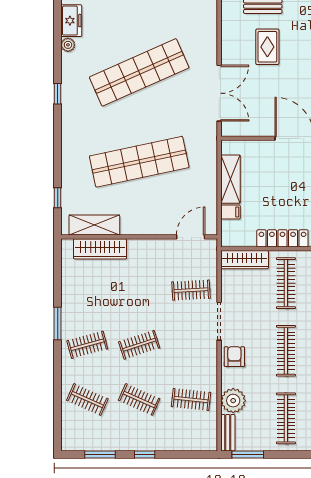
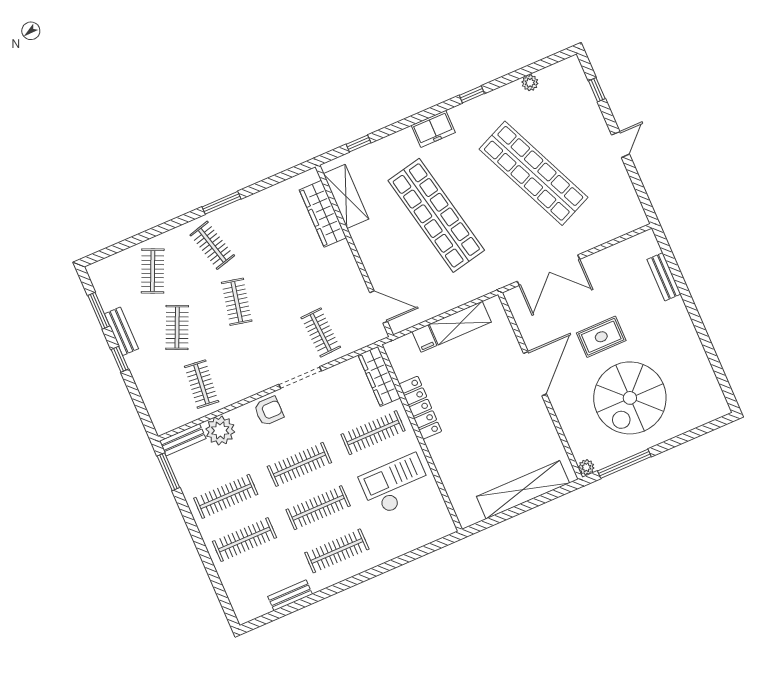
freezer: (71, 21) -> (433, 129), moved
rug: (267, 47) -> (601, 337), moved
clothes rail: (139, 345) -> (237, 302), turned 30
bench: (123, 444) -> (122, 331), added

